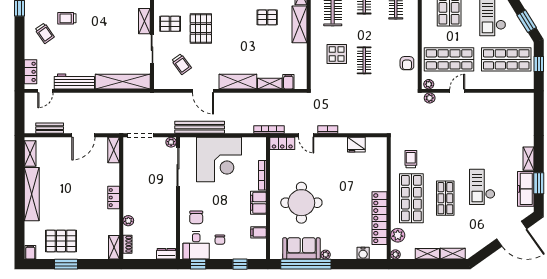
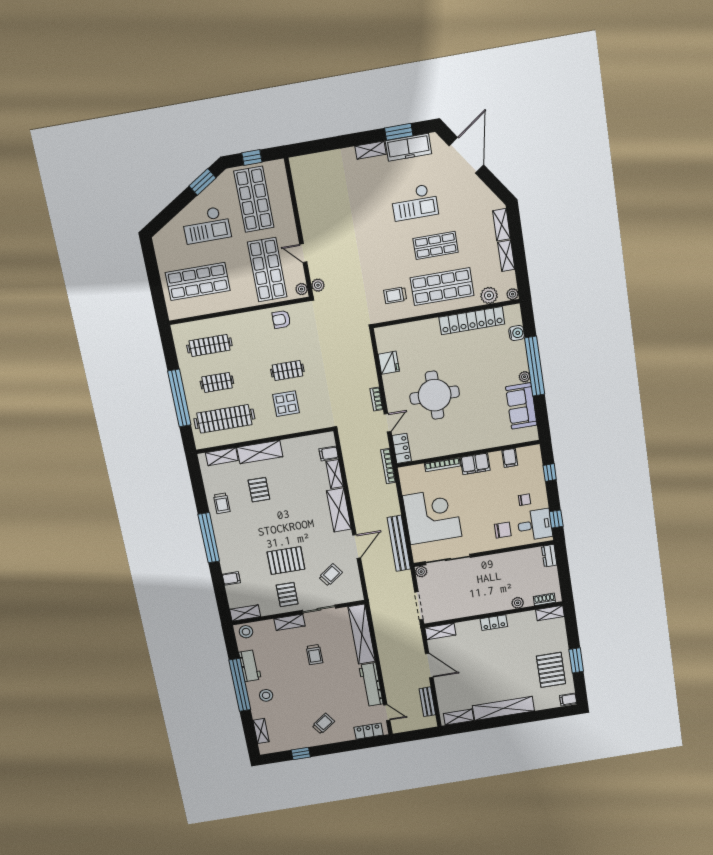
trolley: (67, 18) -> (314, 655), moved
armchair: (407, 63) -> (281, 319), turned 180
round table: (301, 203) -> (435, 395), moved
window: (306, 264) -> (535, 366), moved

